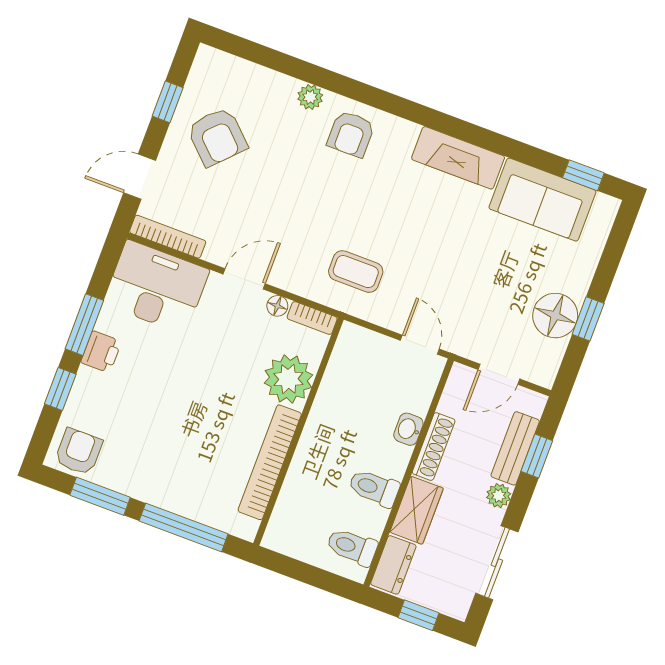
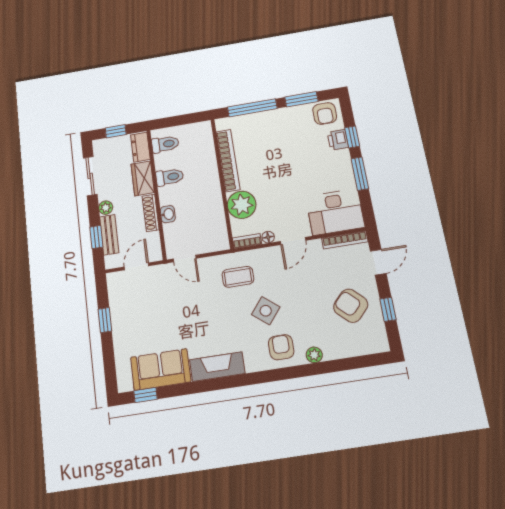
side table: (343, 199) -> (266, 311), added
floor lamp: (555, 316) -> (123, 312), removed
printer: (101, 352) -> (338, 140), moved

